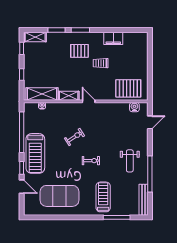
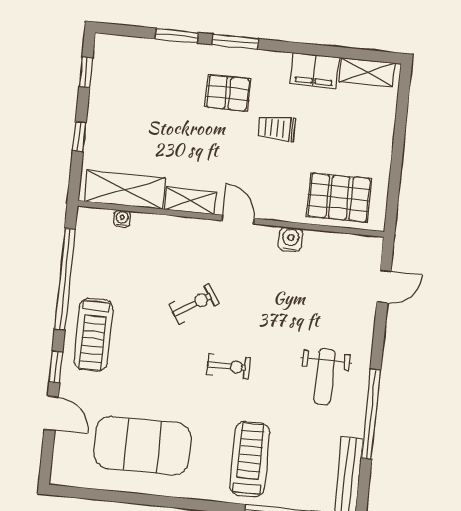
shelving: (35, 37) -> (367, 72), moved
water cooler: (134, 107) -> (290, 239), moved
treadmill: (35, 153) -> (93, 335), width x0.73, depth x0.73

